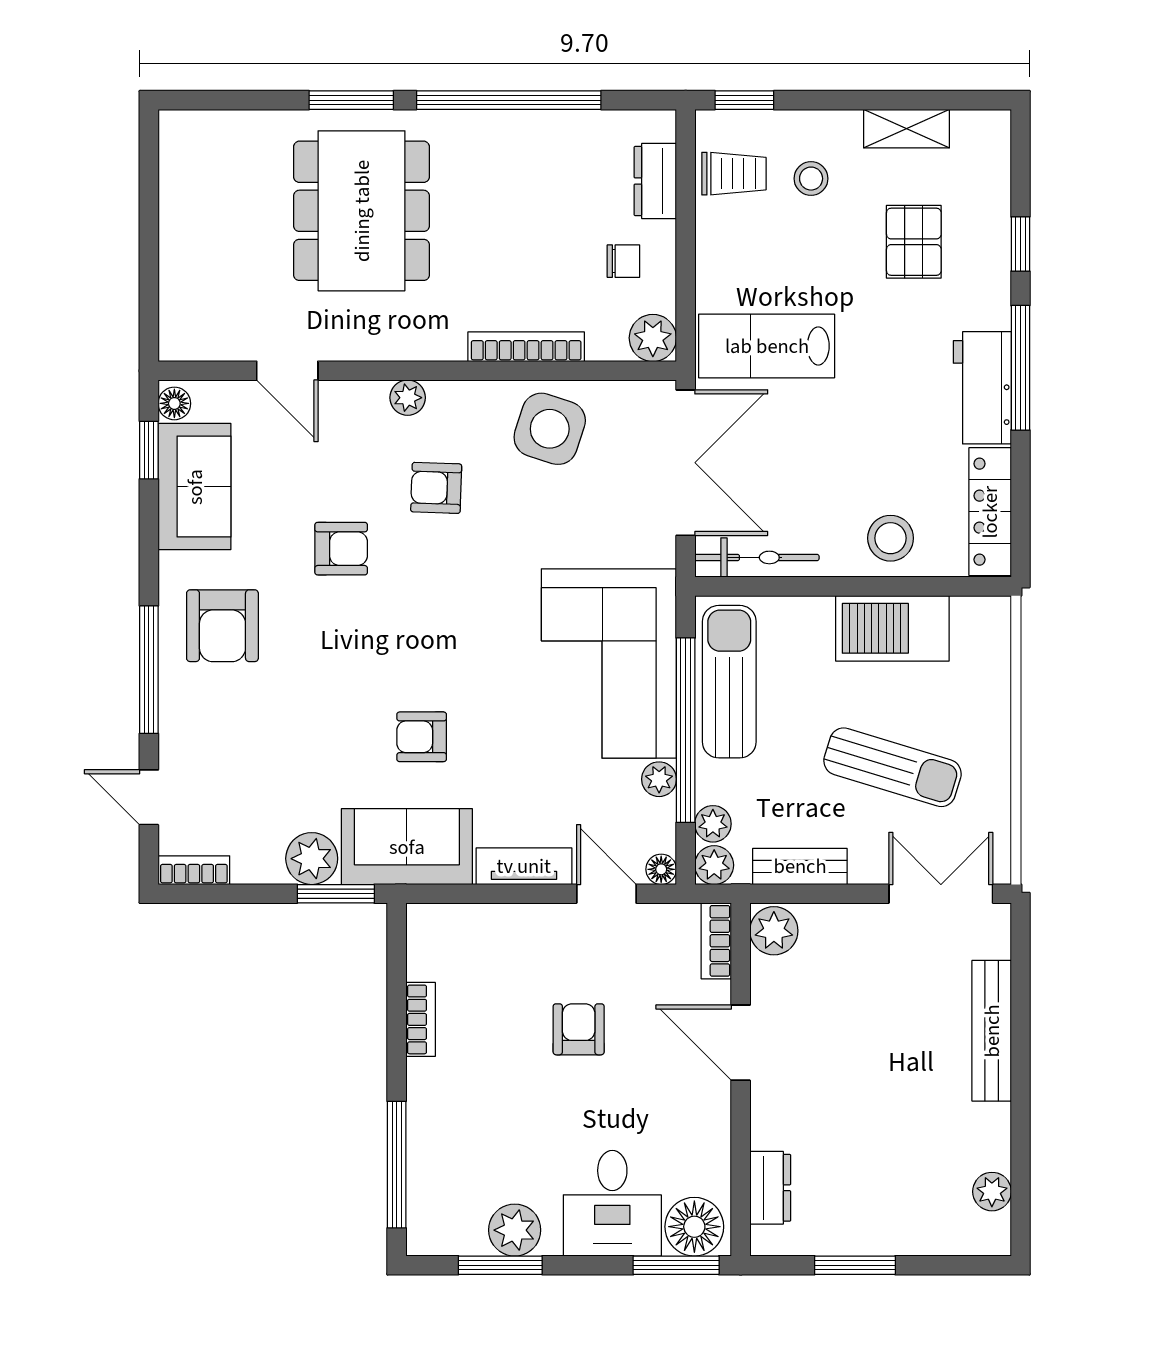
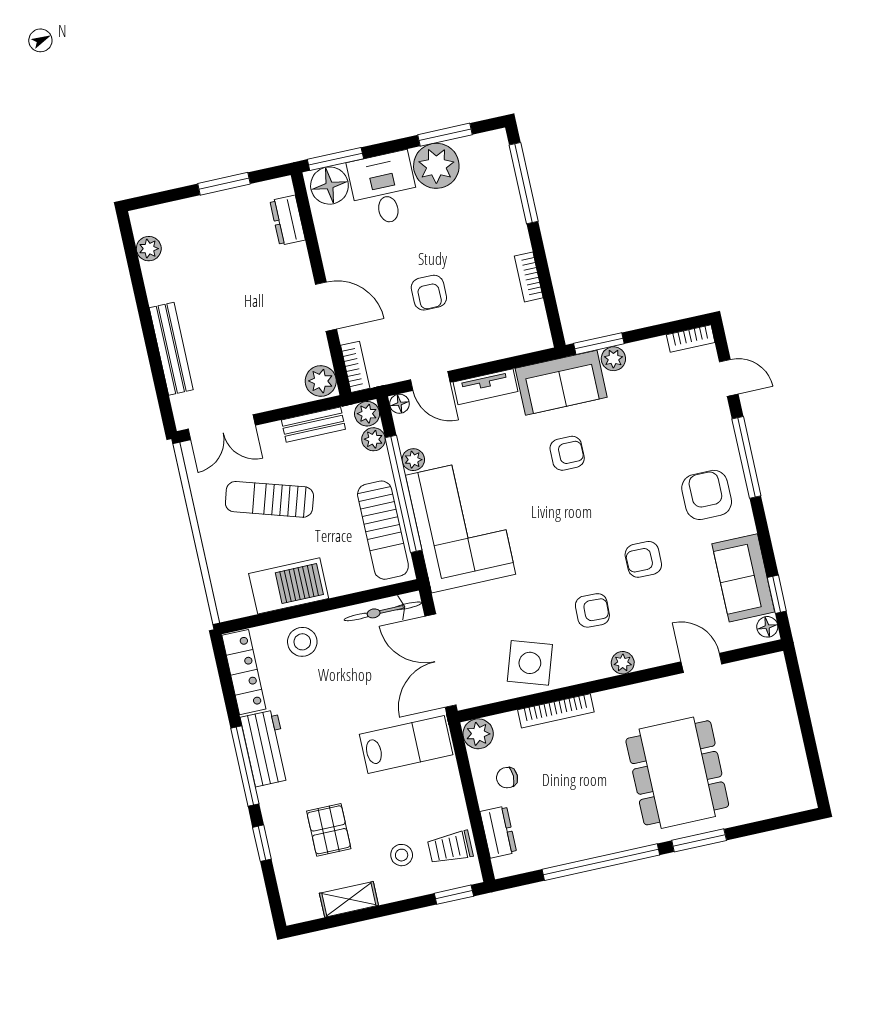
plant: (312, 859) -> (613, 359), width x0.73, depth x0.73
plant: (515, 1230) -> (436, 166), width x1.36, depth x1.36

